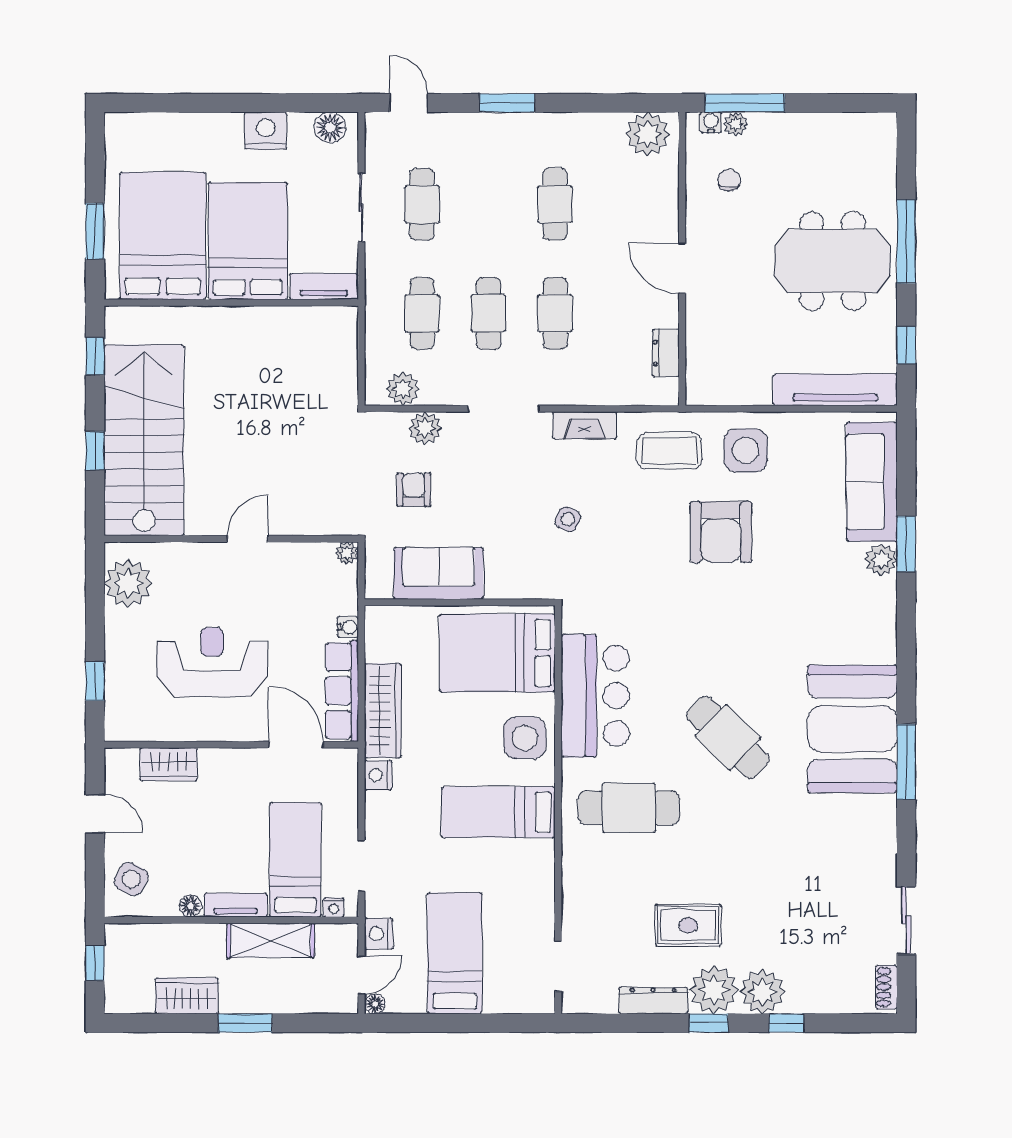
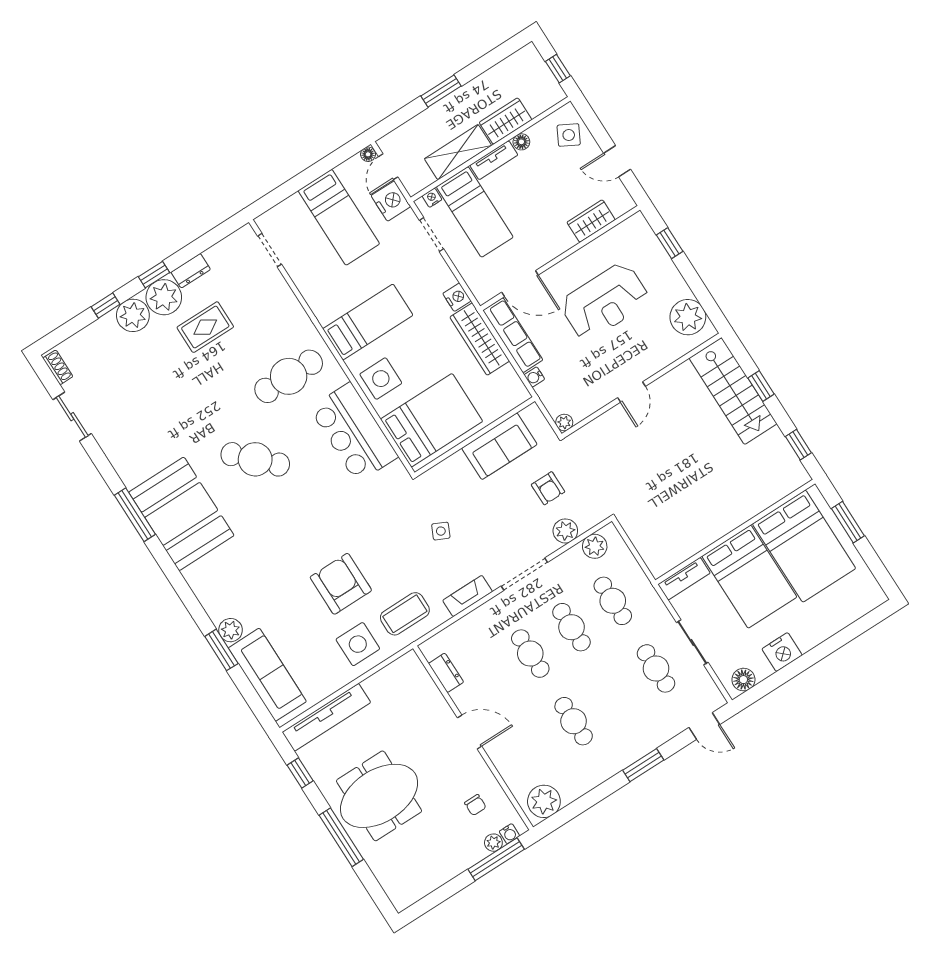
stairs: (144, 440) -> (733, 391), width x0.73, depth x0.66
nightstand: (379, 934) -> (391, 201), width x1.36, depth x1.33
wardrobe: (187, 996) -> (506, 121), moved, turned 180
dresser: (653, 1001) -> (191, 271), width x0.70

